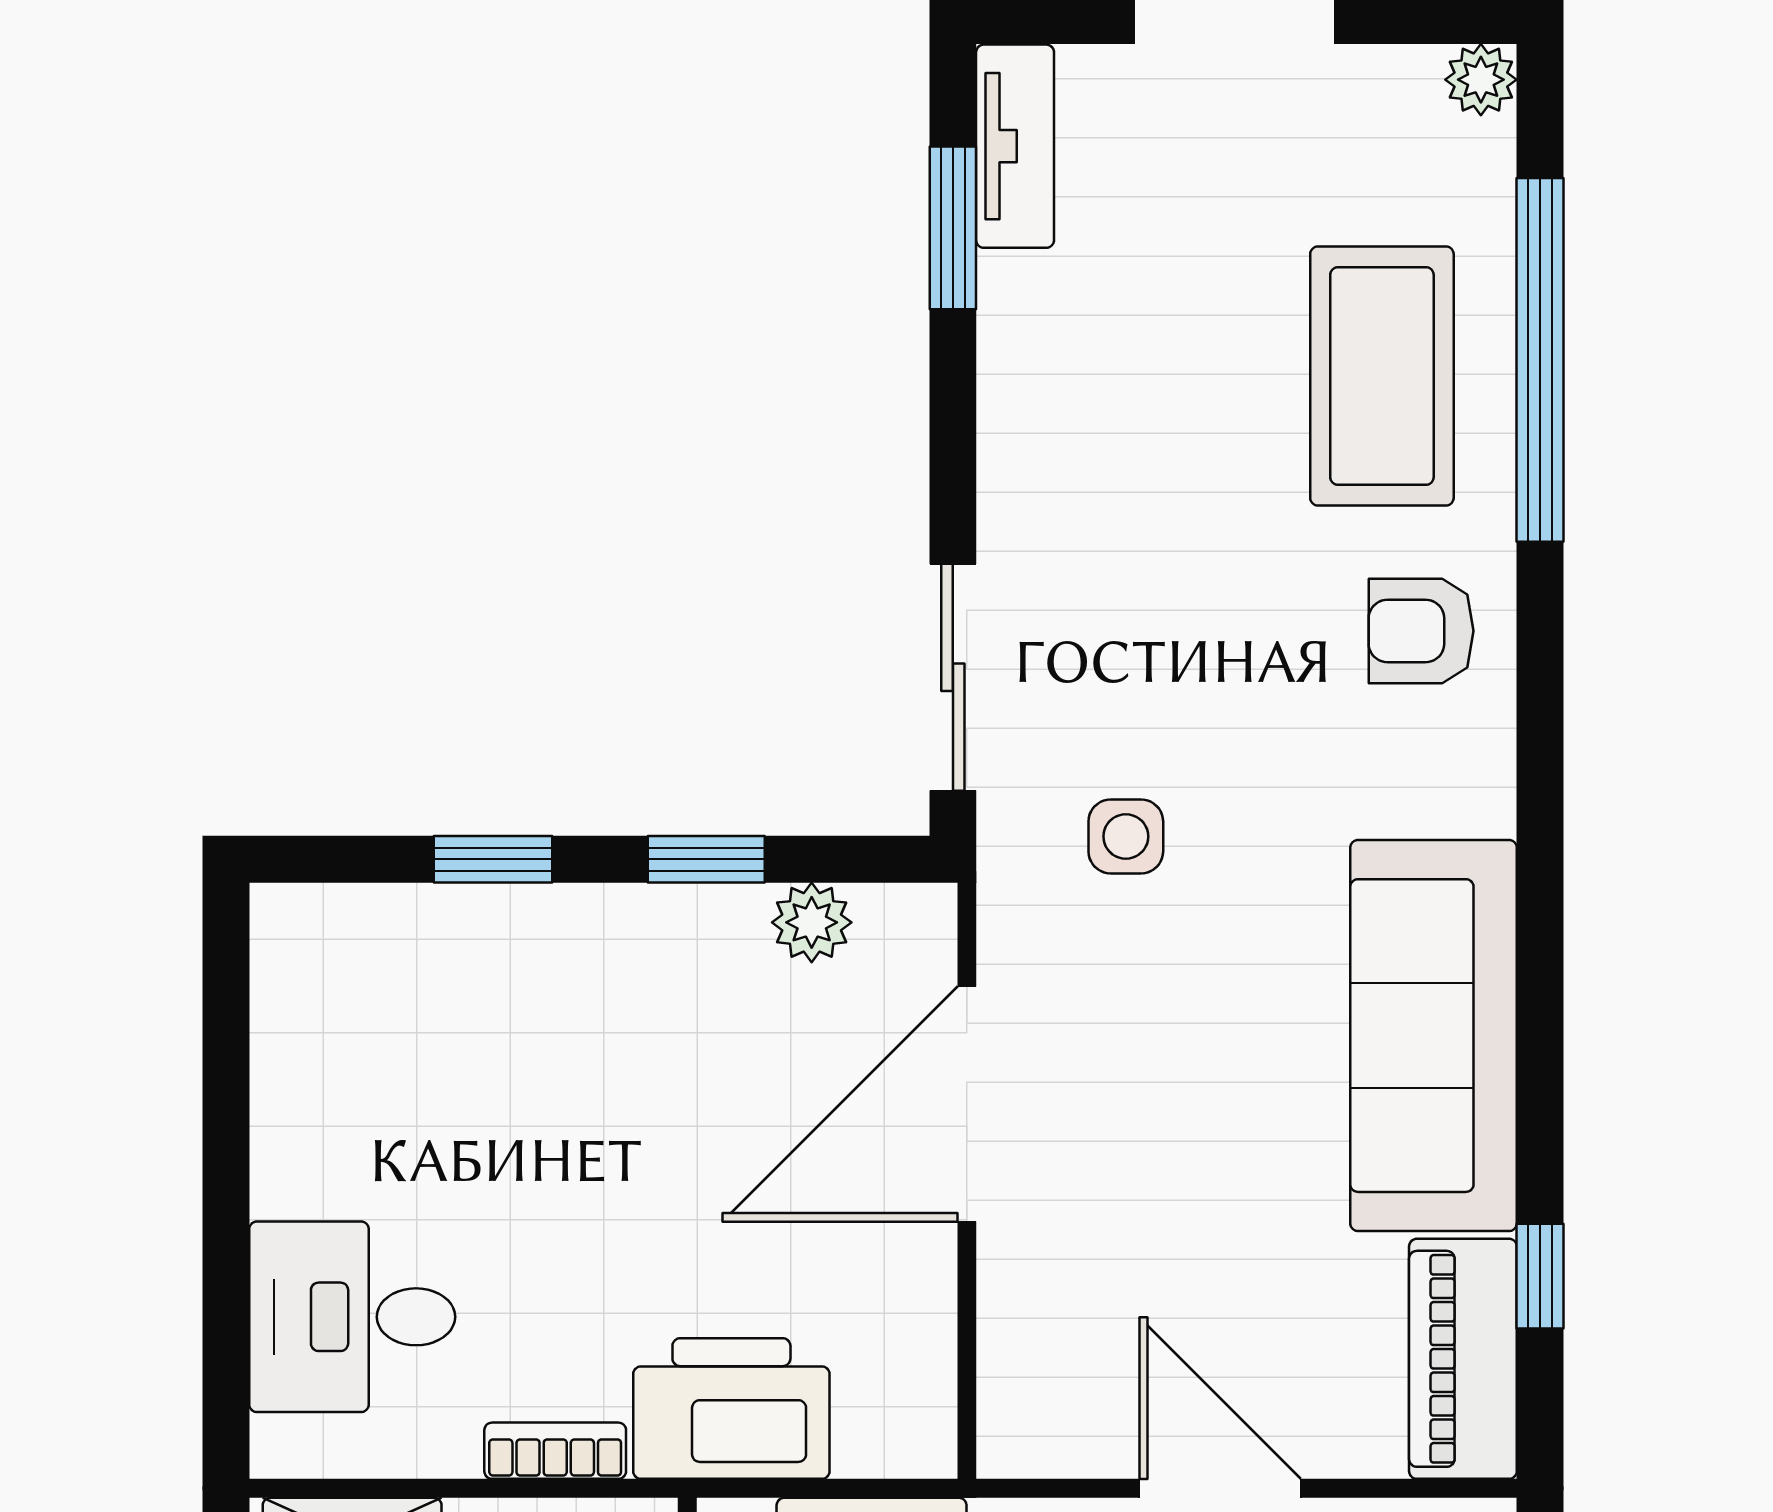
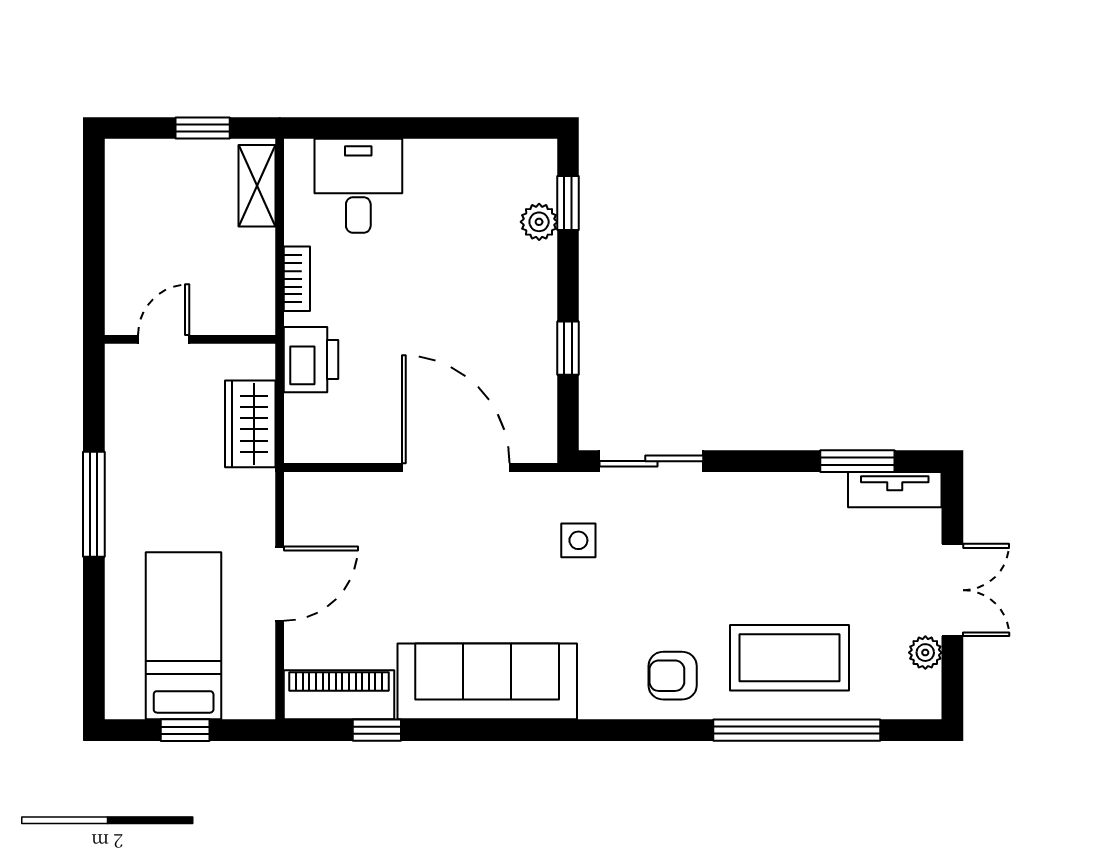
plant: (1481, 80) -> (925, 653), moved
armchair: (1421, 631) -> (673, 676), turned -90
window: (493, 859) -> (568, 203), moved
plant: (812, 922) -> (539, 222), moved
printer: (731, 1409) -> (311, 360), width x0.73, depth x0.84

